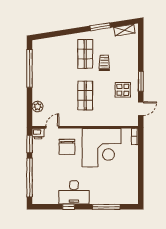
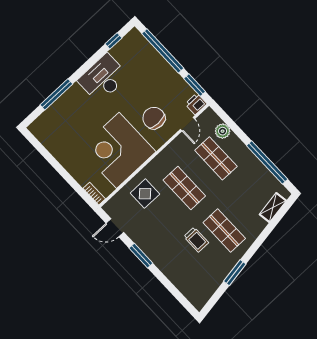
shelving: (124, 30) -> (273, 207), moved
display table: (123, 90) -> (145, 194), moved
shop shelf: (54, 96) -> (216, 158), added
door: (141, 109) -> (115, 228), hinge flipped
window: (68, 207) -> (114, 41), moved

